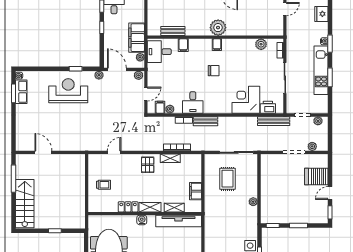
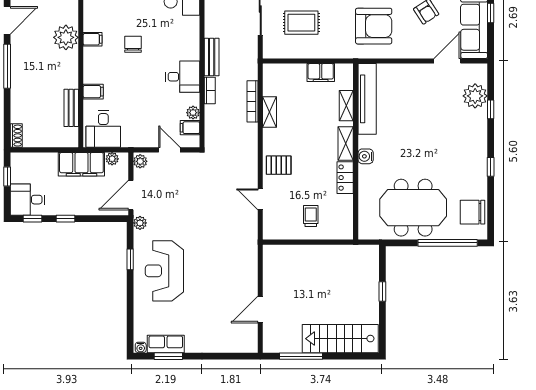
pallet: (148, 165) -> (279, 165), moved
armchair: (225, 225) -> (374, 26), added

